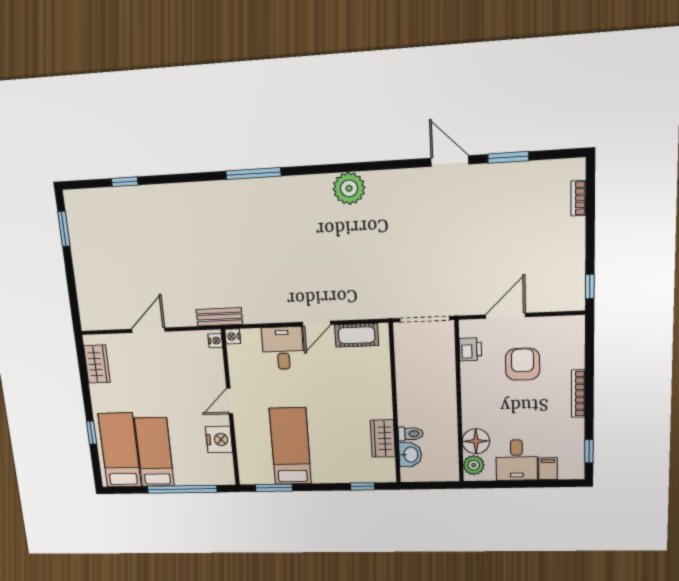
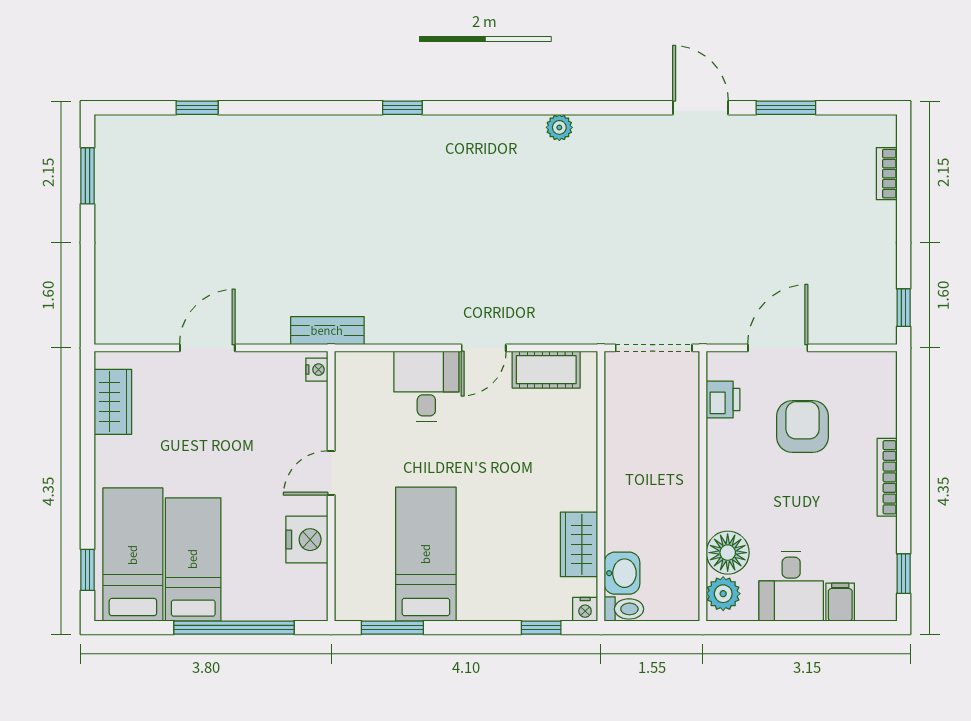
window: (253, 174) -> (402, 108), width x0.46
plant: (349, 188) -> (559, 127), width x0.53, depth x0.53
nightstand: (233, 336) -> (585, 609), moved, turned -90
window: (92, 433) -> (88, 570), moved
toilet: (411, 434) -> (624, 609), moved

